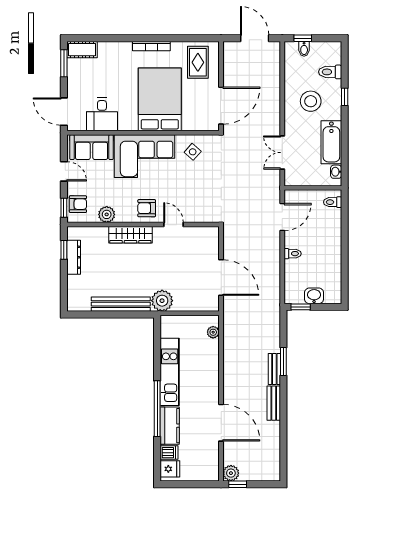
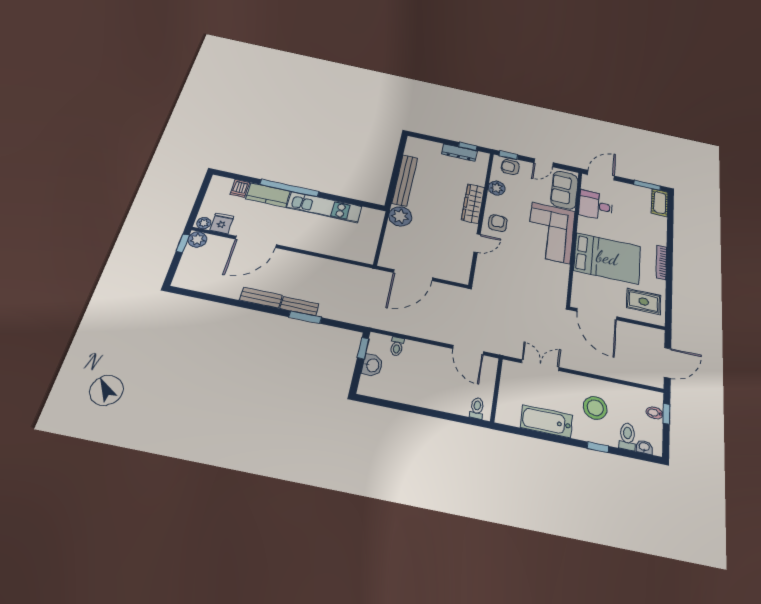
side table: (193, 152) -> (550, 277), removed
washbasin: (336, 172) -> (644, 447), moved
armchair: (78, 204) -> (510, 167), turned 90
toilet: (293, 254) -> (397, 346), moved
plant: (213, 332) -> (204, 223), moved
fridge: (170, 469) -> (222, 223), moved, turned 180

